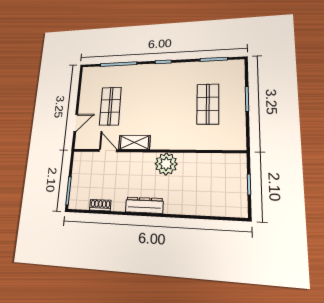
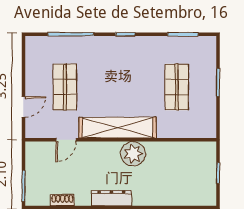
shelving: (134, 142) -> (118, 128), width x2.20, depth x1.33
door: (108, 151) -> (66, 140), swing flipped

